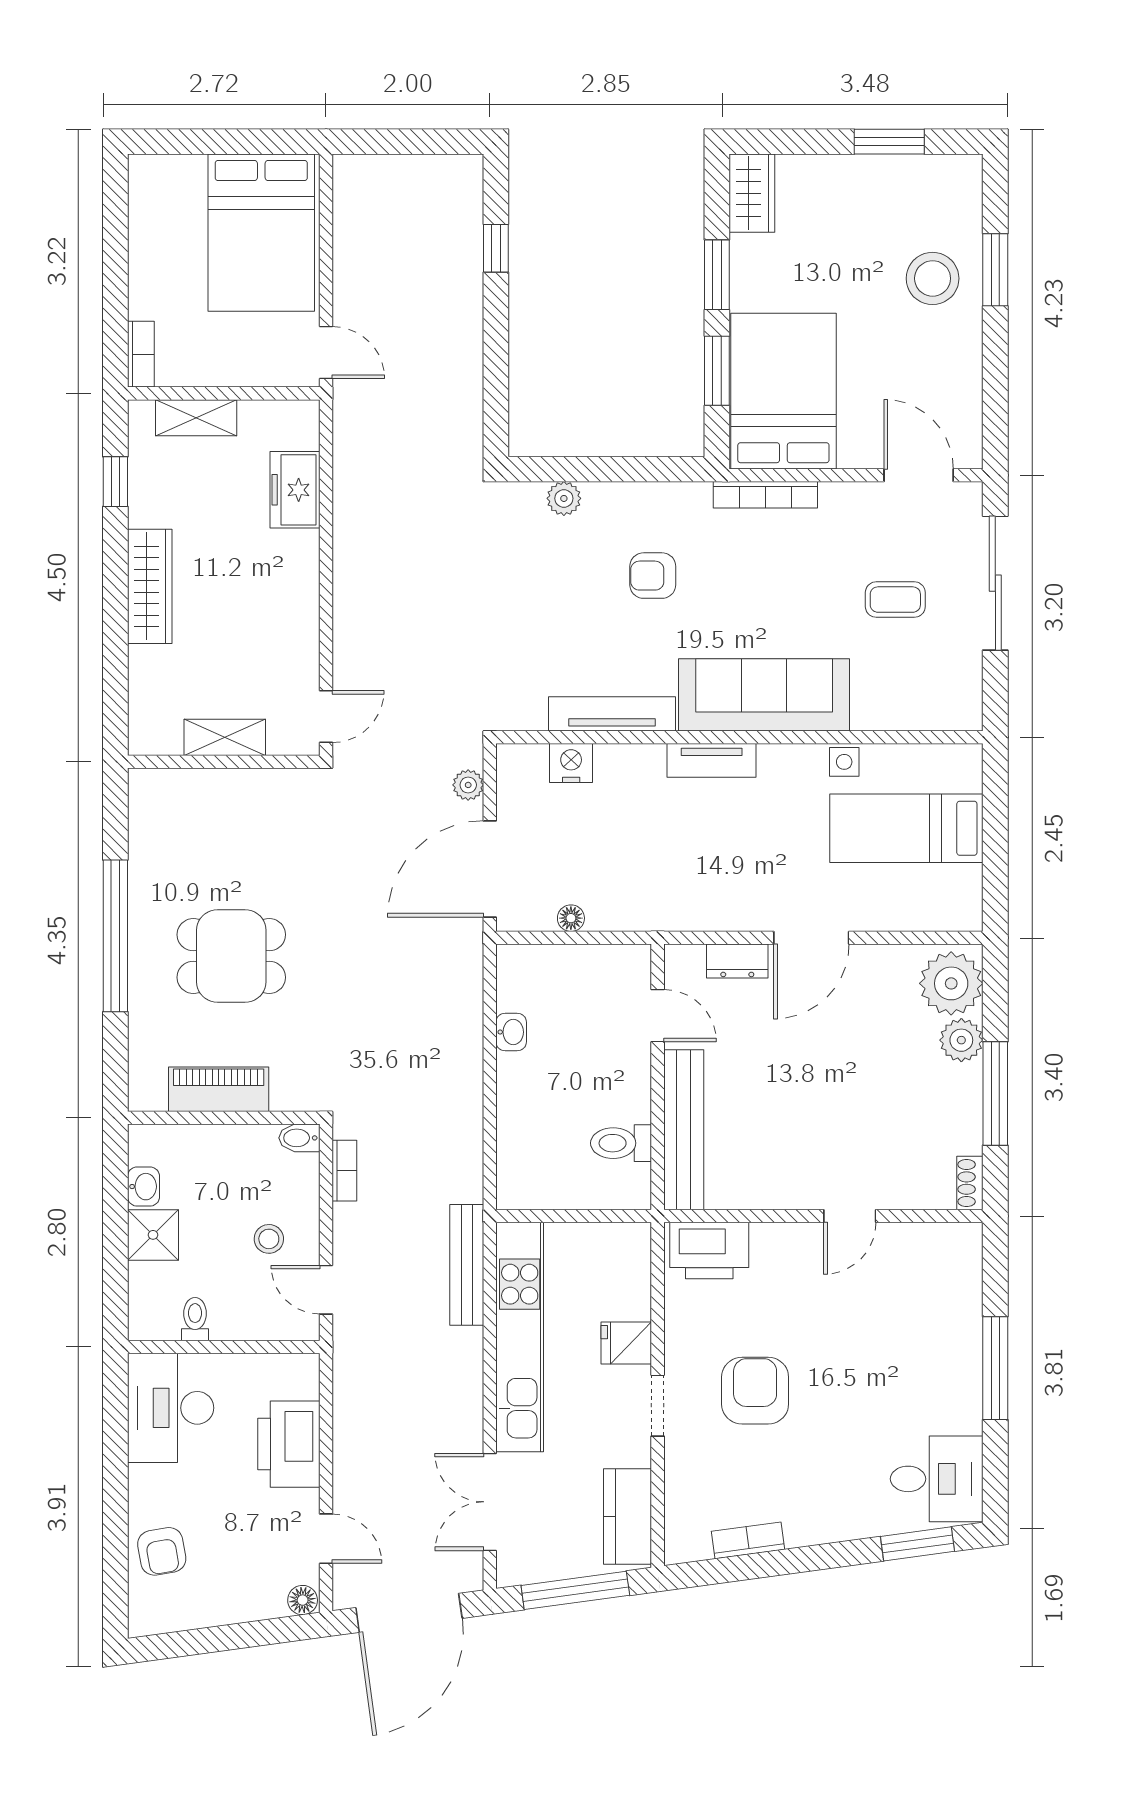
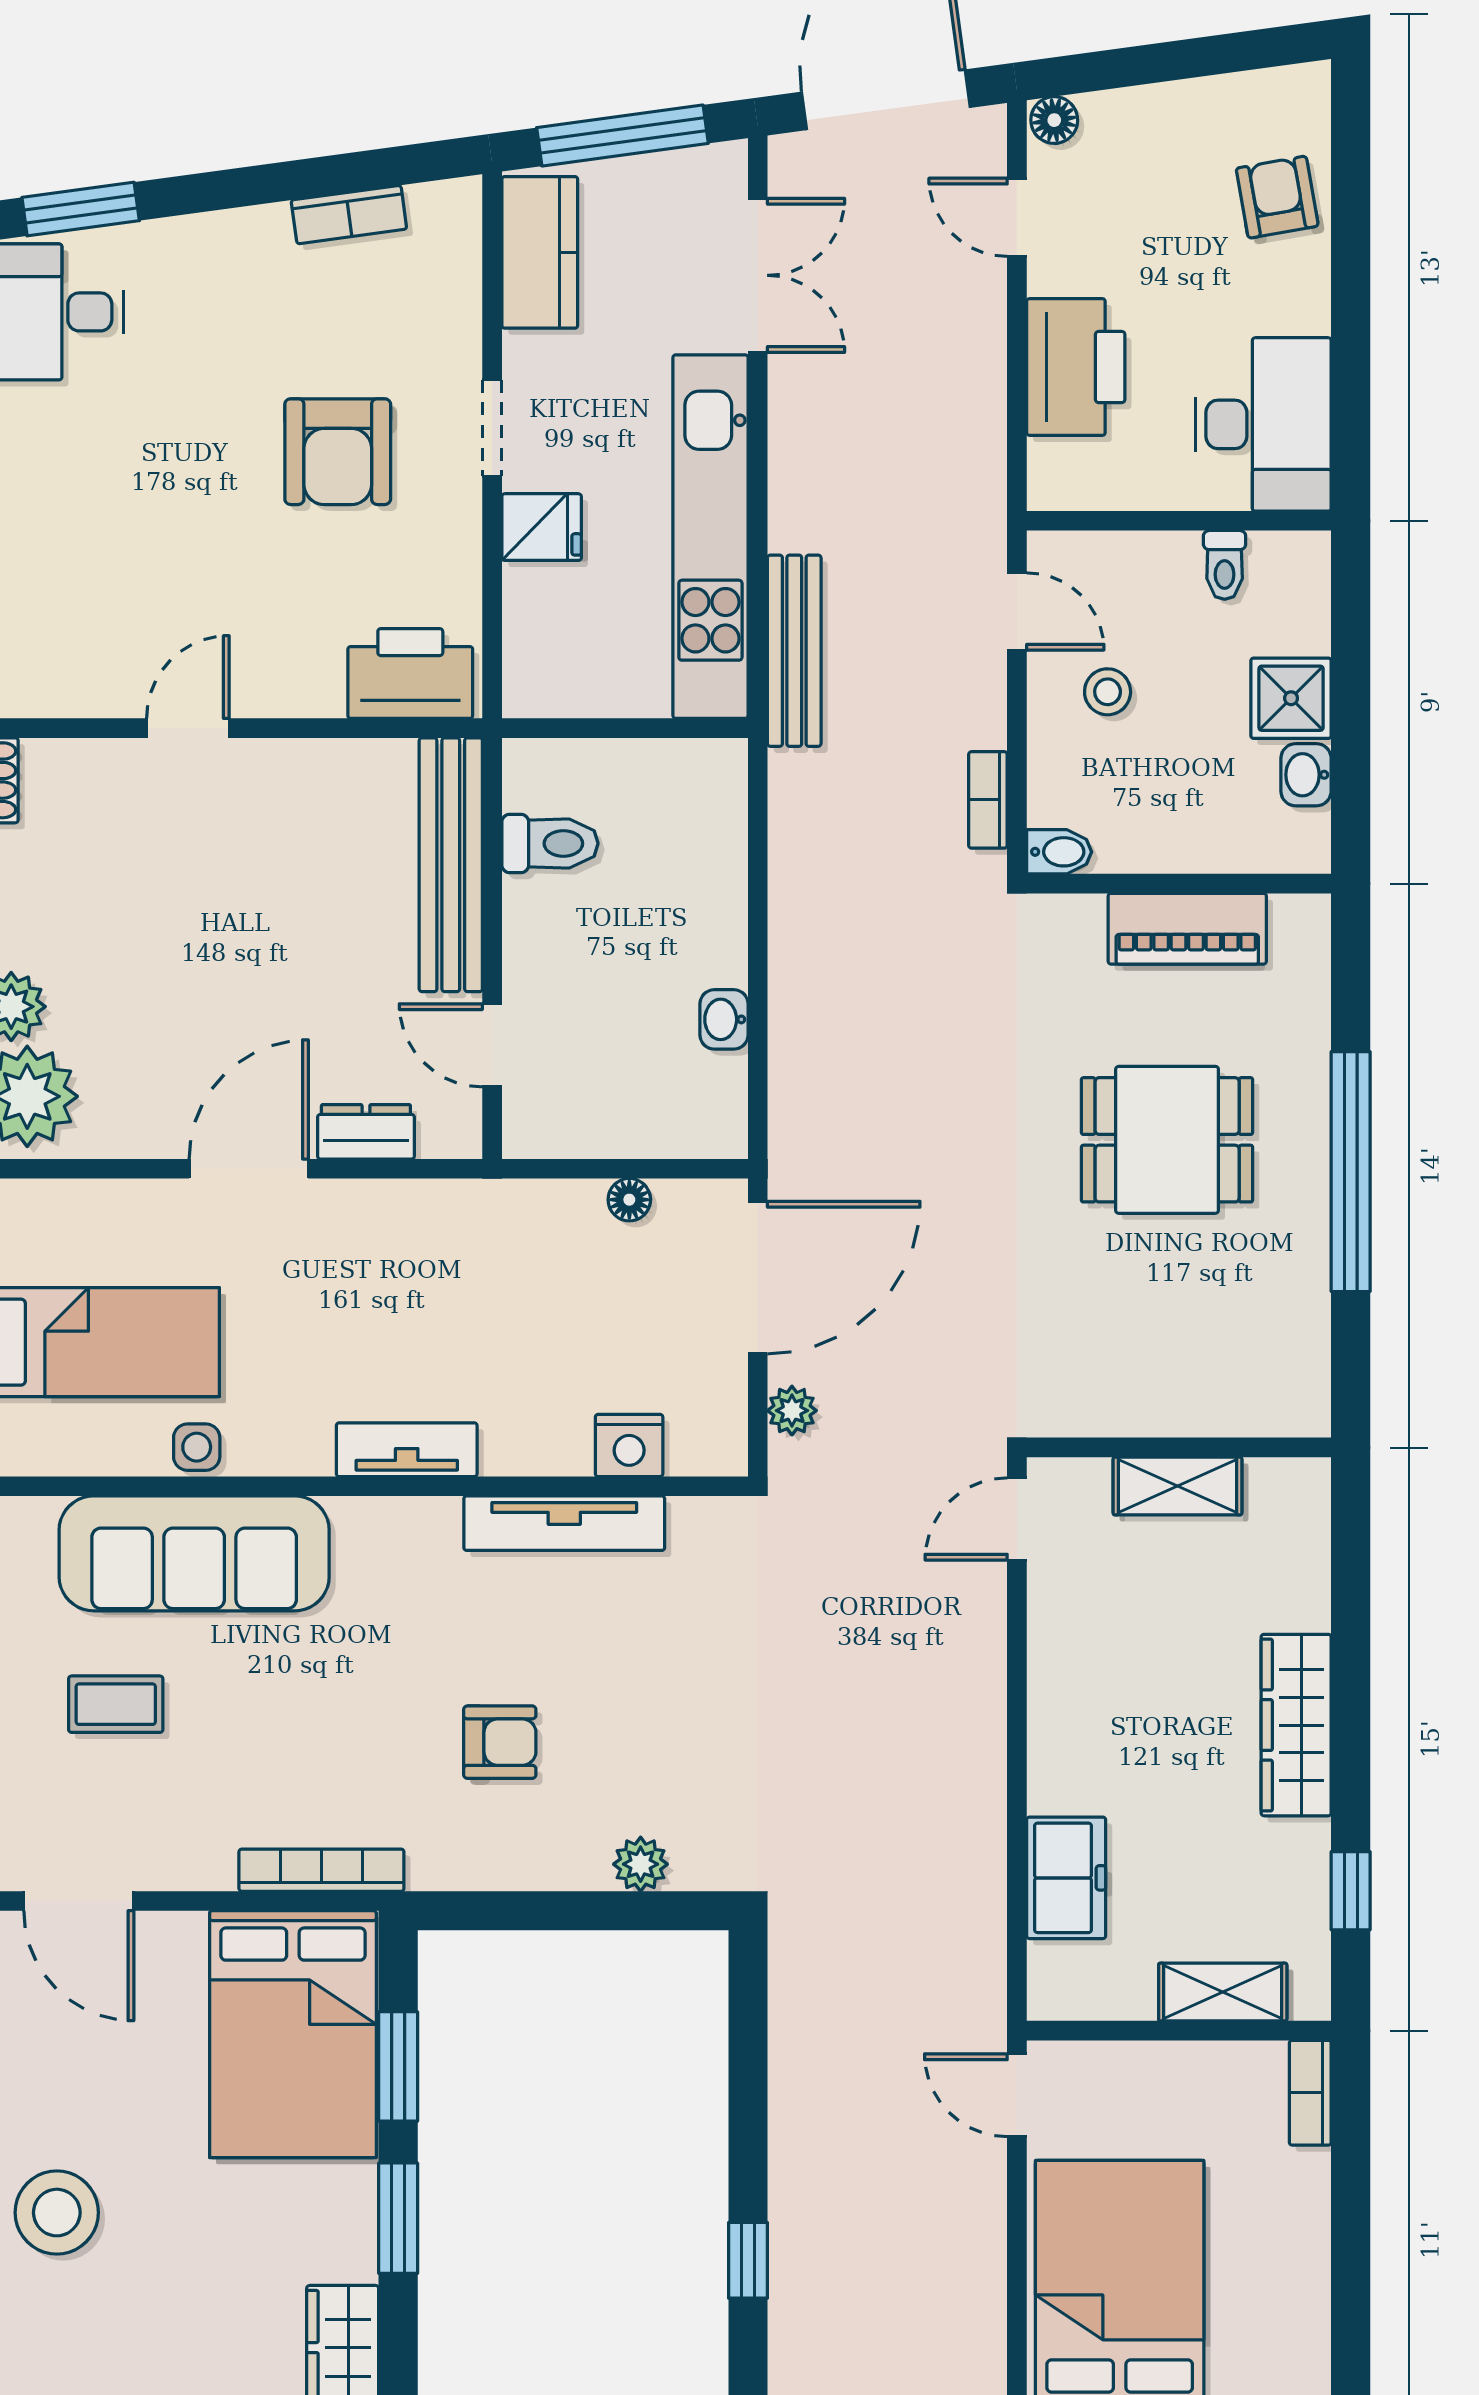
sofa: (764, 695) -> (194, 1553), moved

